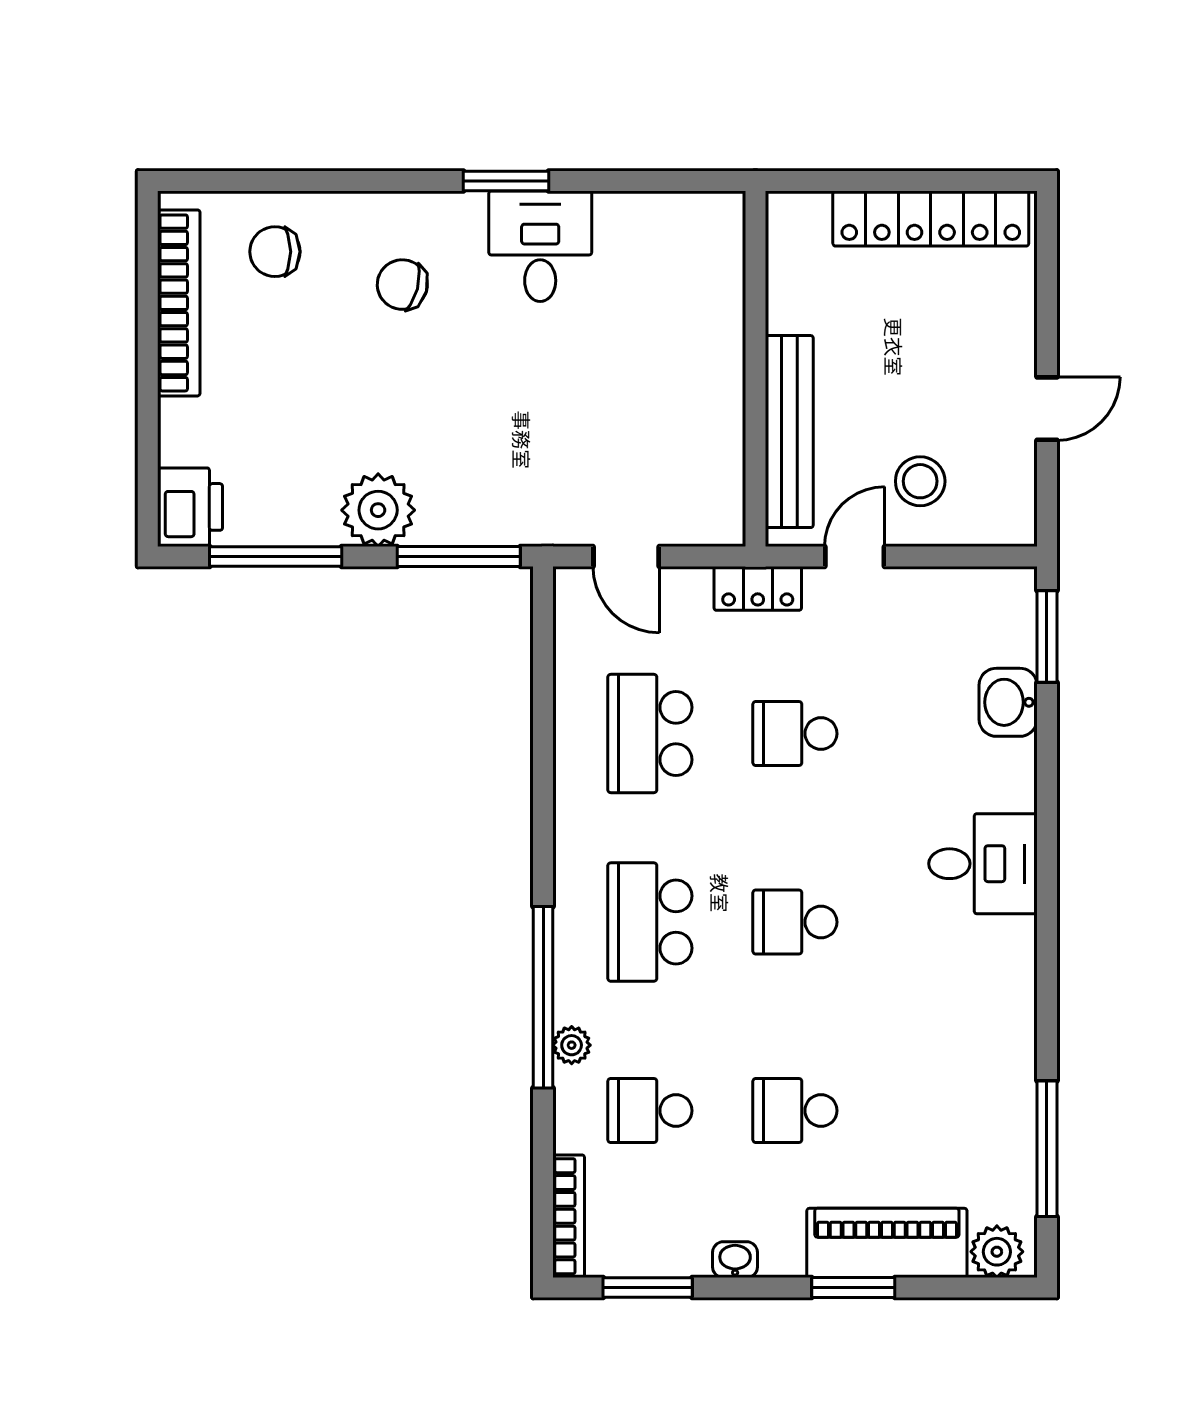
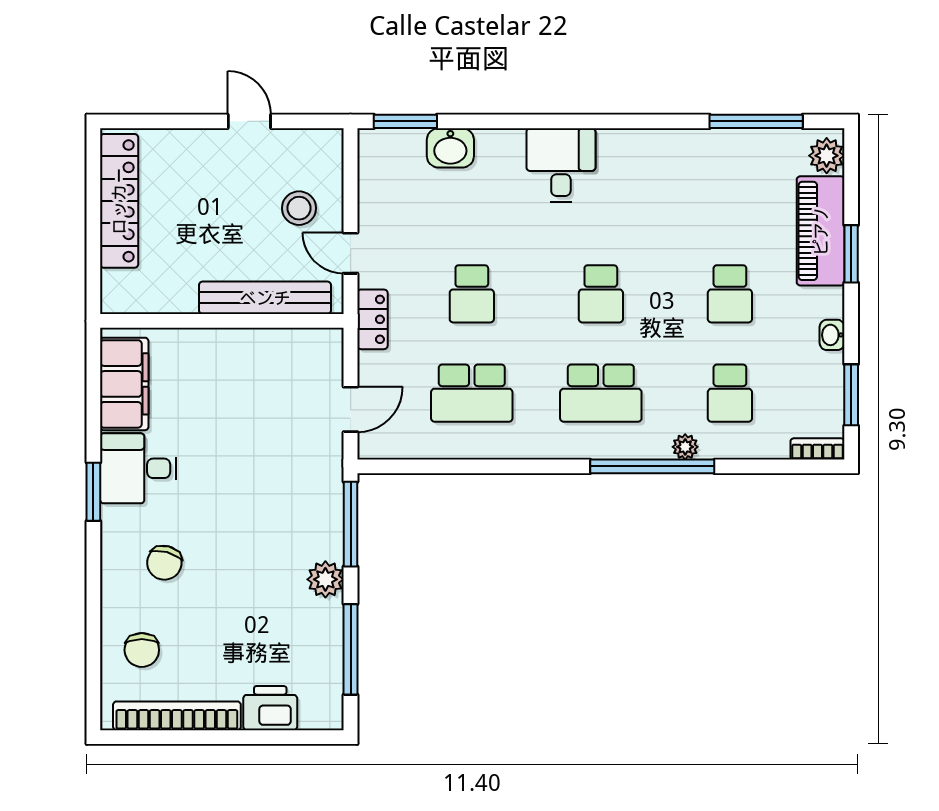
filing cabinet: (663, 226) -> (124, 384), added
printer: (190, 507) -> (270, 708), moved
plant: (378, 510) -> (325, 579), width x0.73, depth x0.73
bookcase: (569, 1216) -> (817, 449), width x0.64

